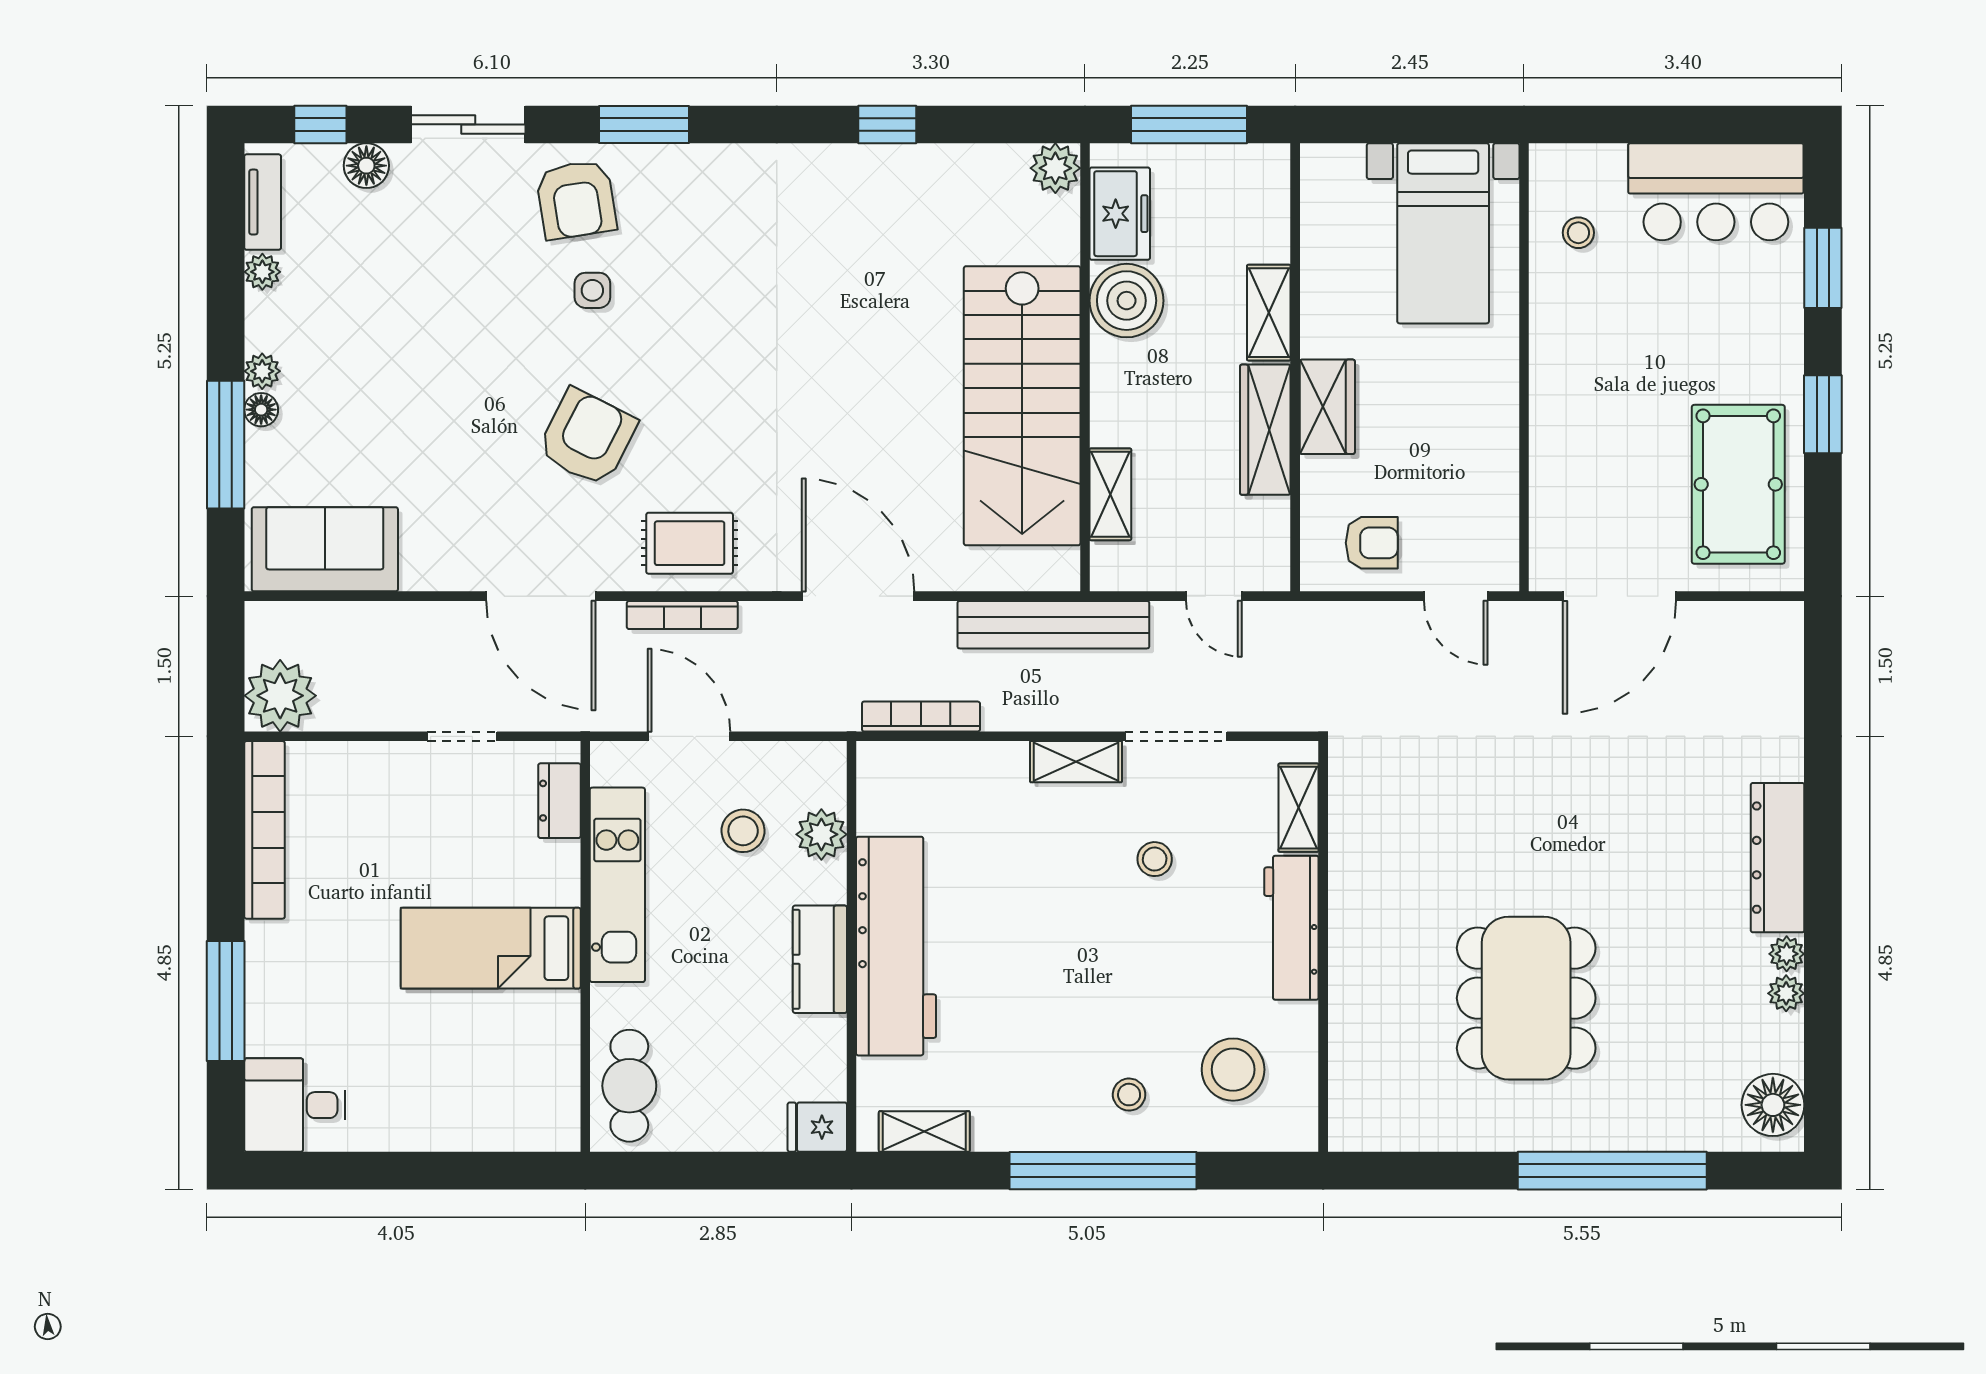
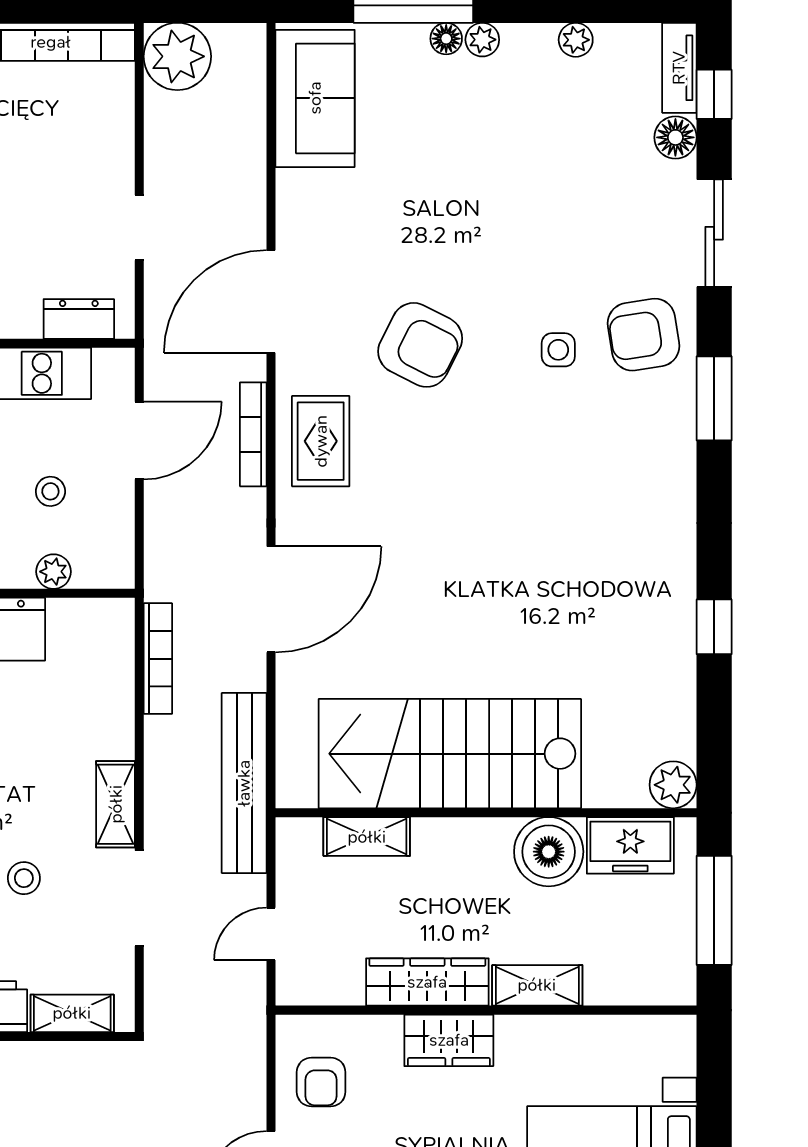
tv unit: (263, 202) -> (679, 68), moved, turned 90
stool: (743, 831) -> (50, 491), width x0.73, depth x0.73
plant: (821, 834) -> (54, 572), width x0.73, depth x0.73

